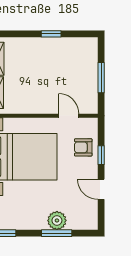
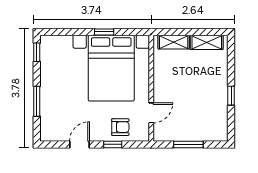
armchair: (83, 147) -> (120, 127), turned 90
plant: (57, 220) -> (49, 101), removed

